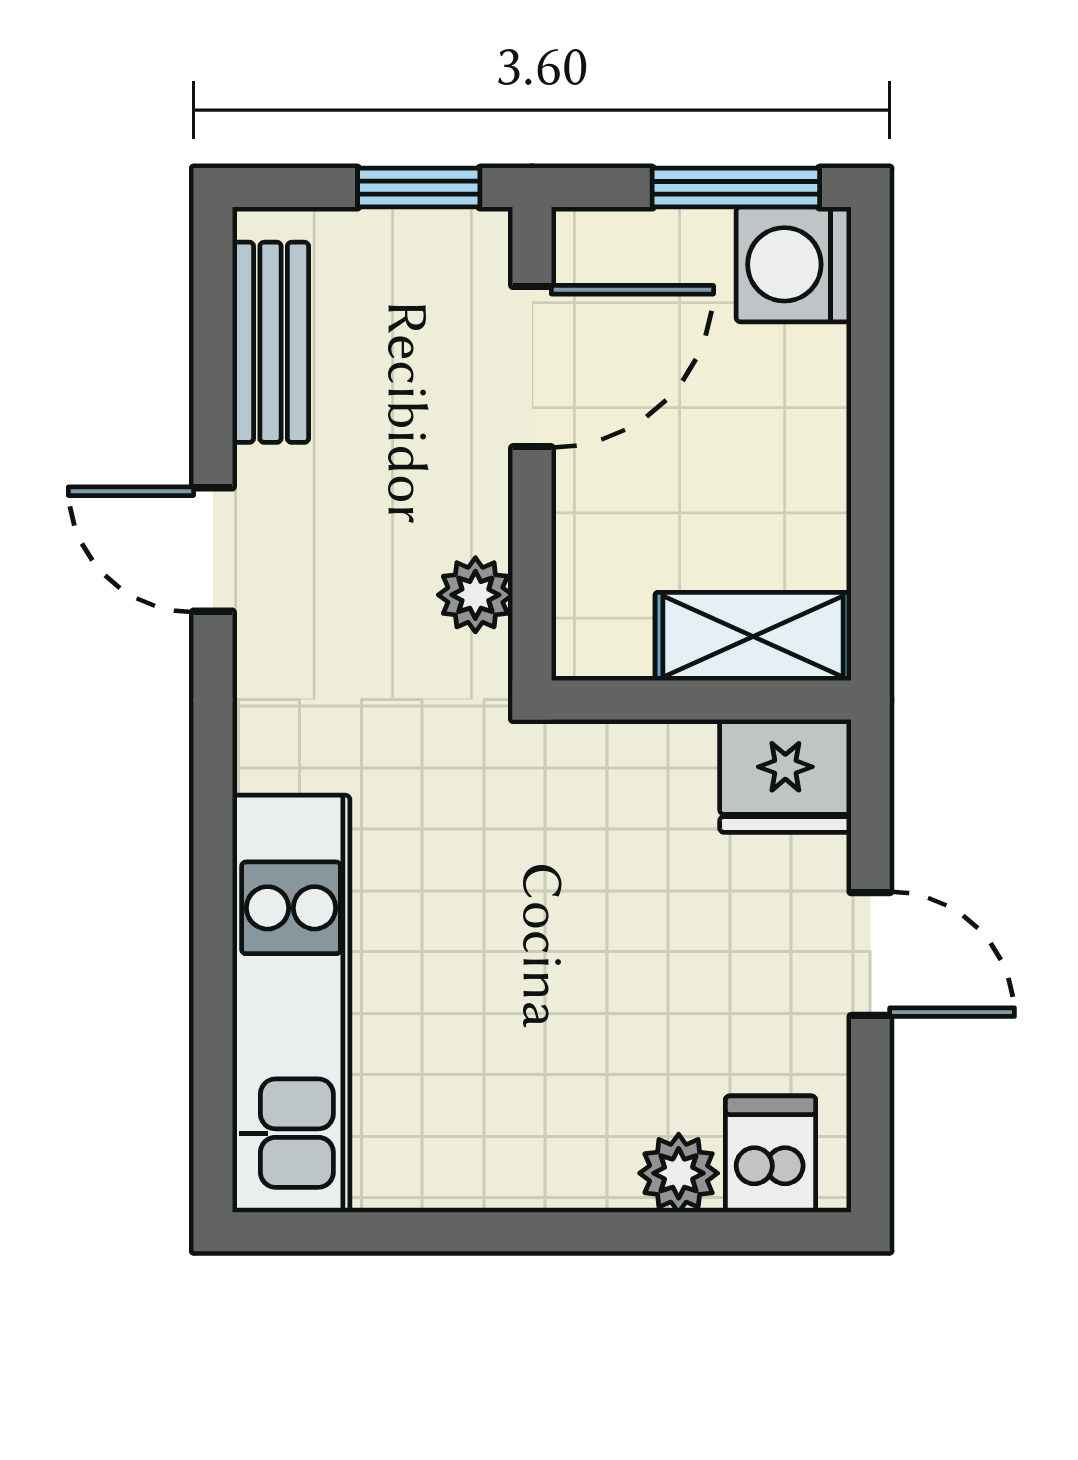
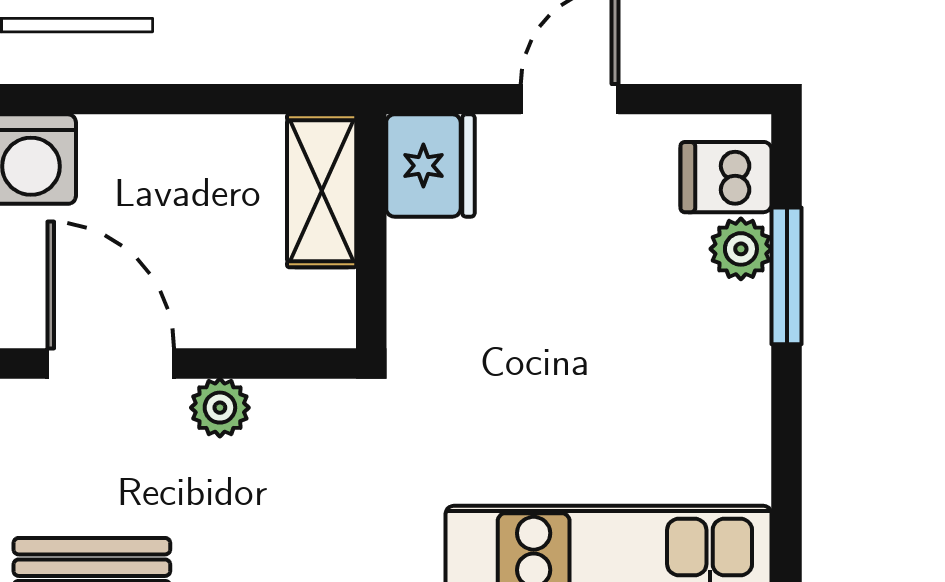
plant: (475, 595) -> (220, 408), moved
window: (644, 1232) -> (787, 276), added

